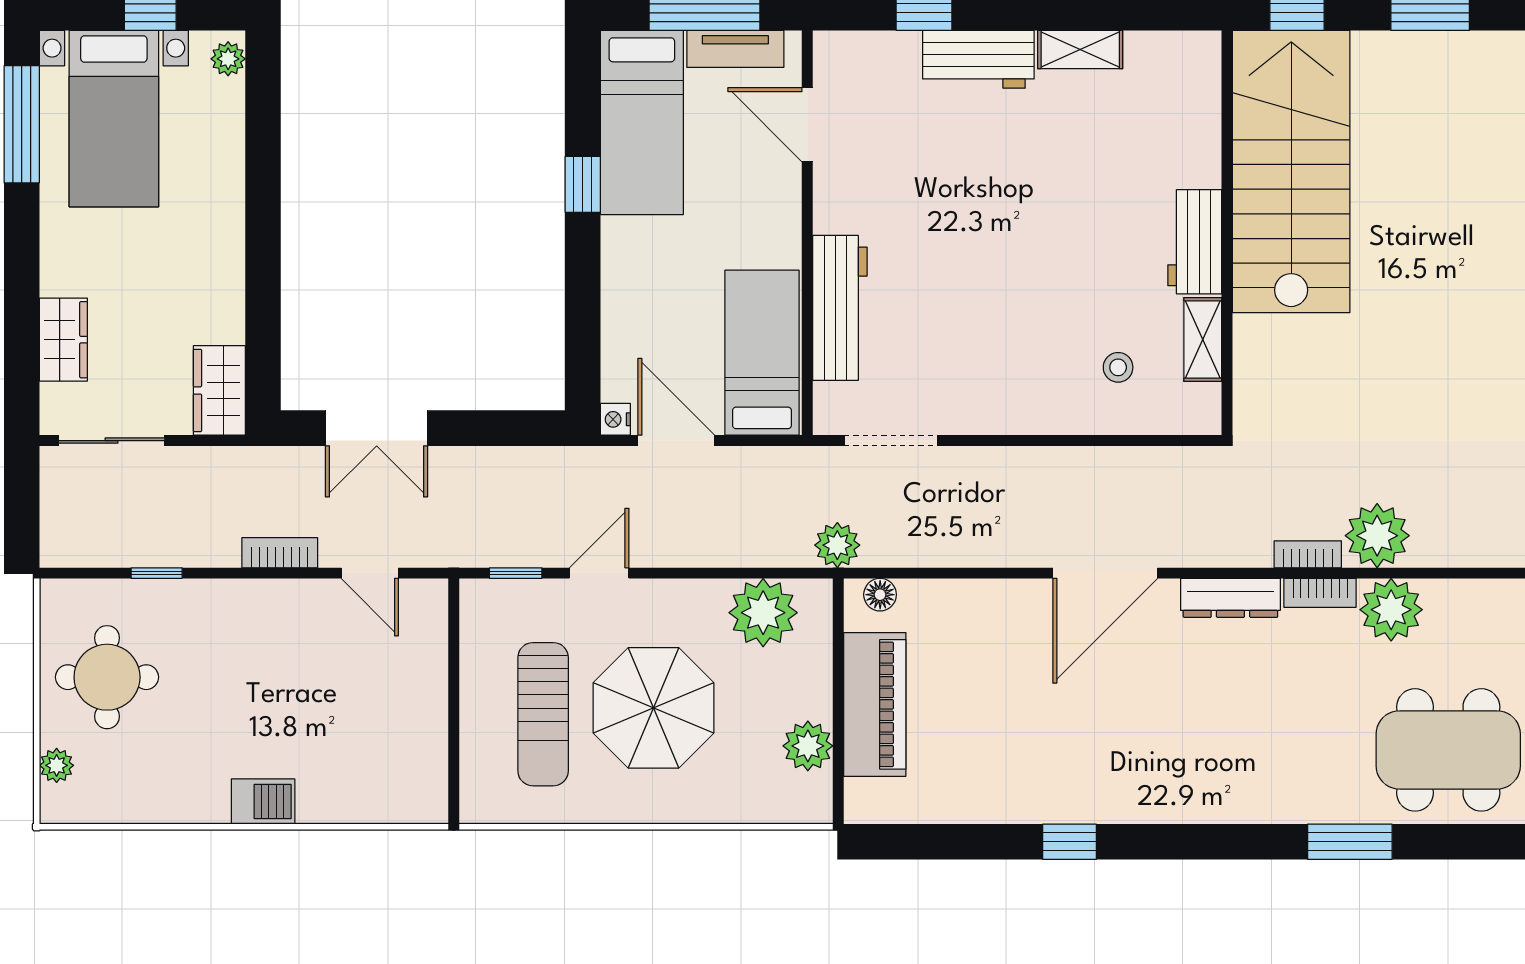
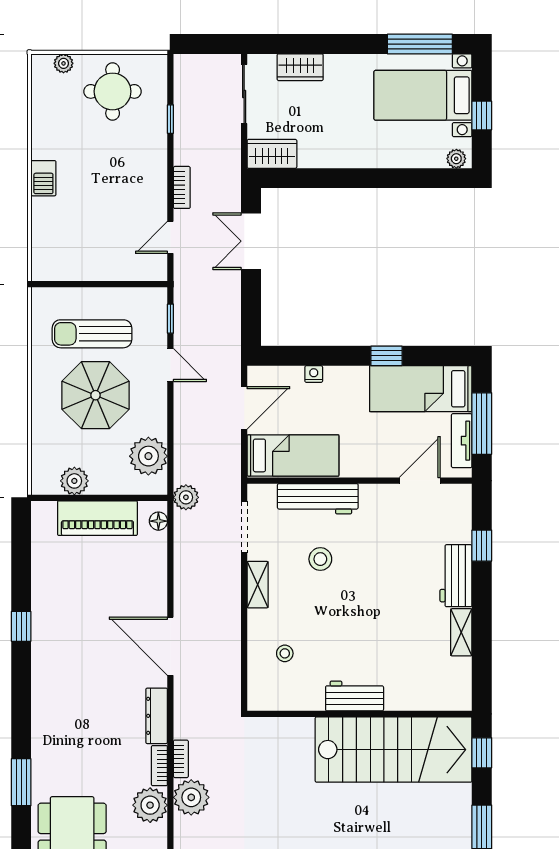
stool: (948, 303) -> (320, 559), added
shelving: (1203, 339) -> (258, 585), moved, turned 90
nightstand: (615, 419) -> (314, 374), moved

